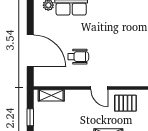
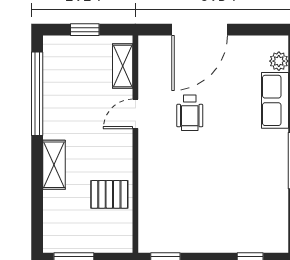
door: (99, 88) -> (135, 114), moved
pallet: (125, 103) -> (109, 194), turned 90

